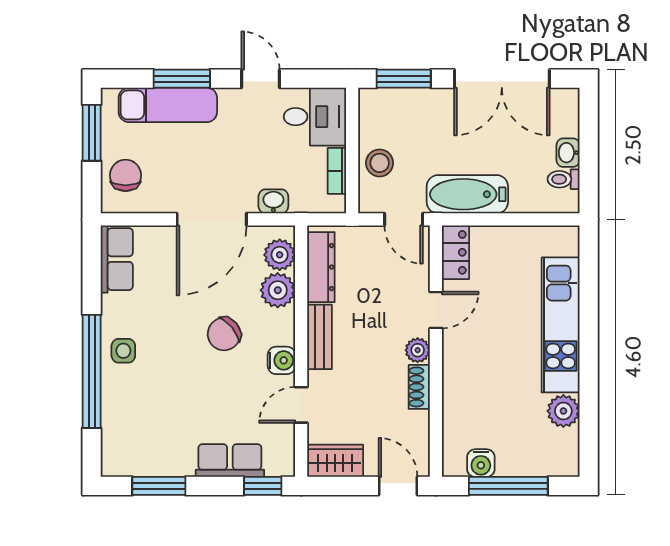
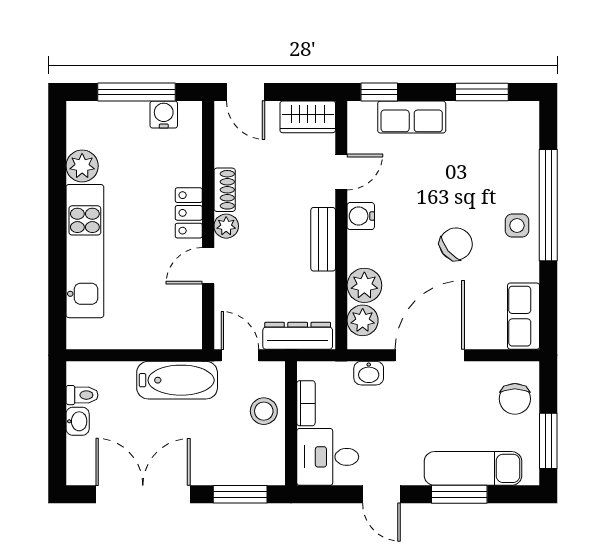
locker: (456, 252) -> (189, 213), moved
dresser: (321, 267) -> (298, 336), moved, turned 90
chair: (224, 334) -> (456, 244), moved

